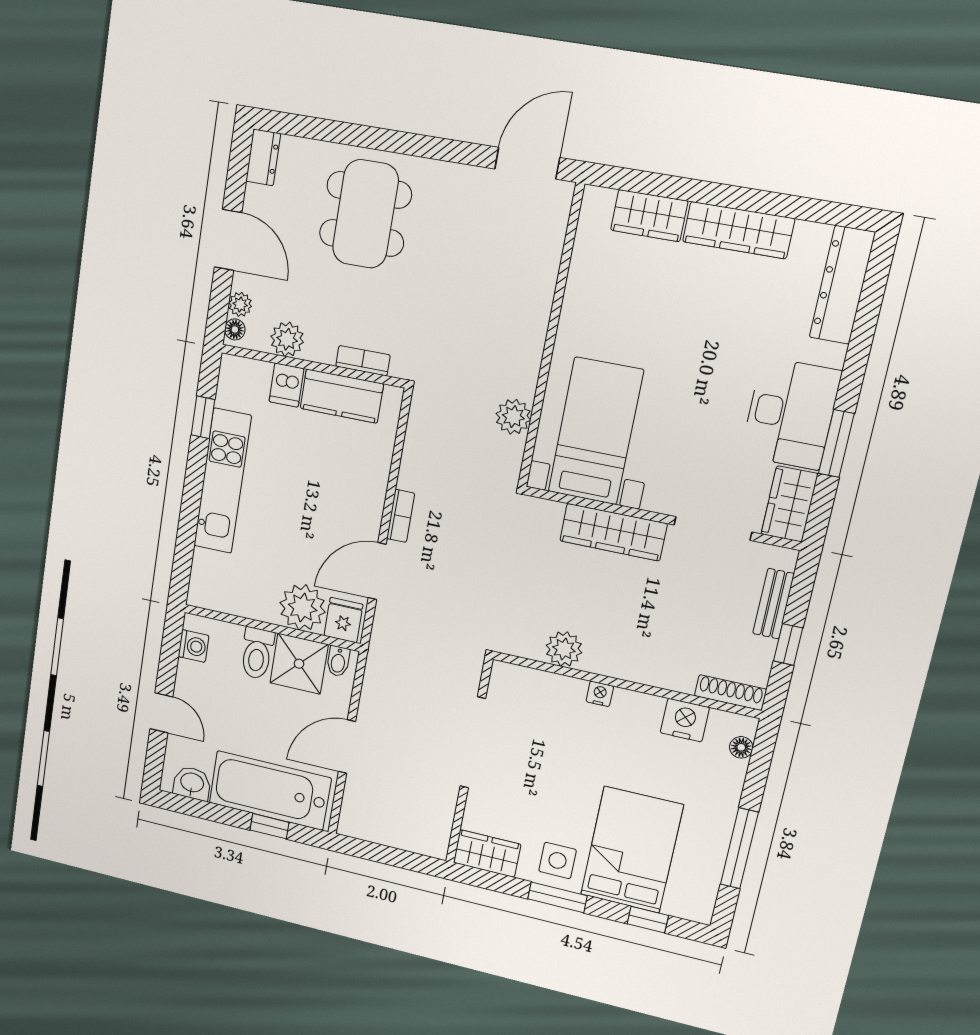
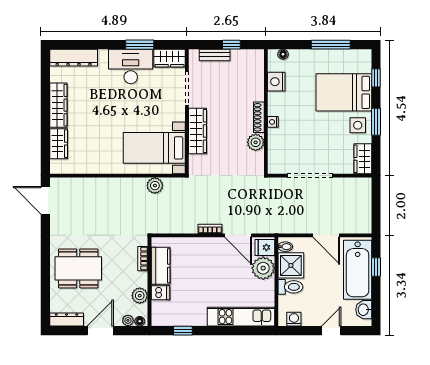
dresser: (263, 157) -> (67, 320), width x1.44
kitchen unit: (222, 481) -> (241, 317), moved
shoe rack: (730, 693) -> (259, 117), moved

